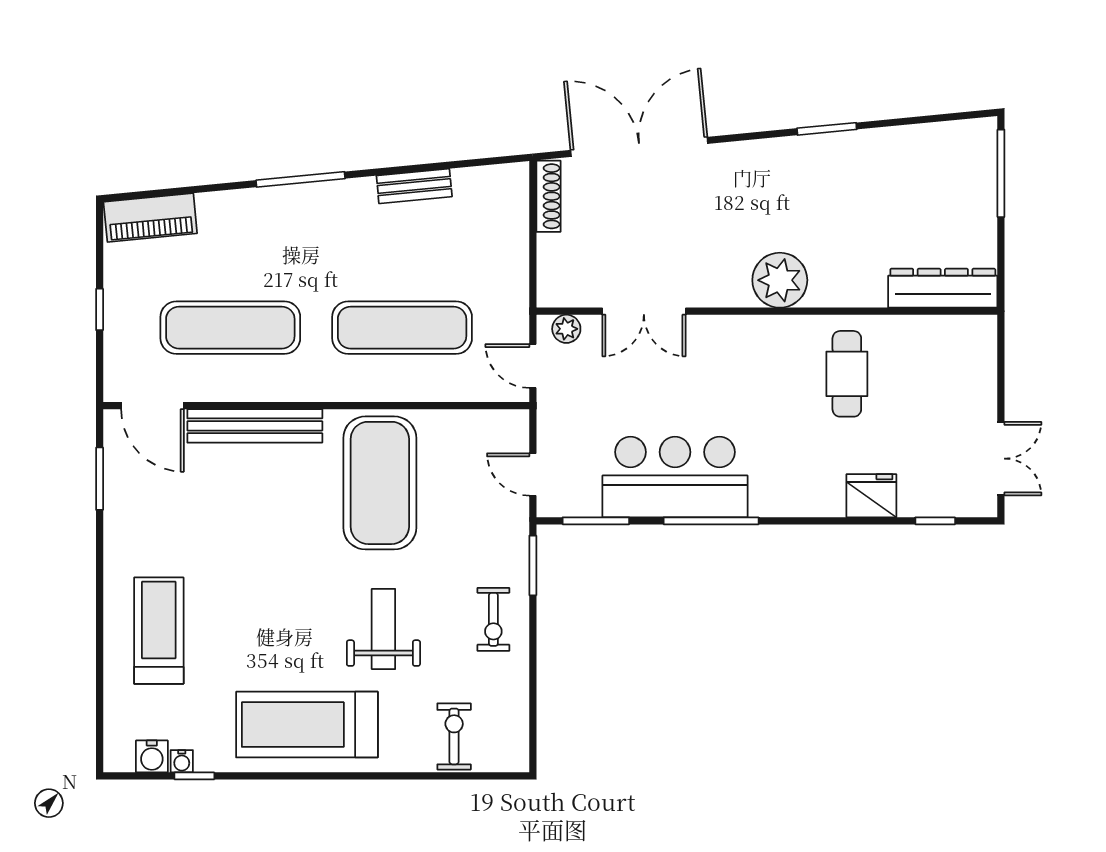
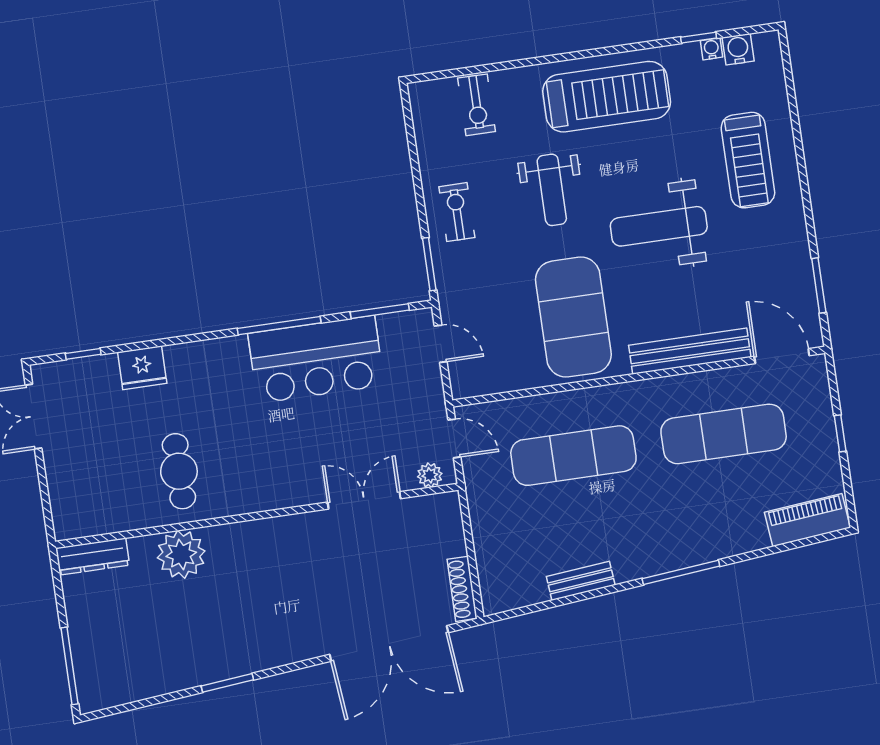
plant: (780, 280) -> (181, 554), moved
dresser: (943, 288) -> (93, 557), width x0.73, depth x0.80
weight bench: (269, 571) -> (659, 226), added

